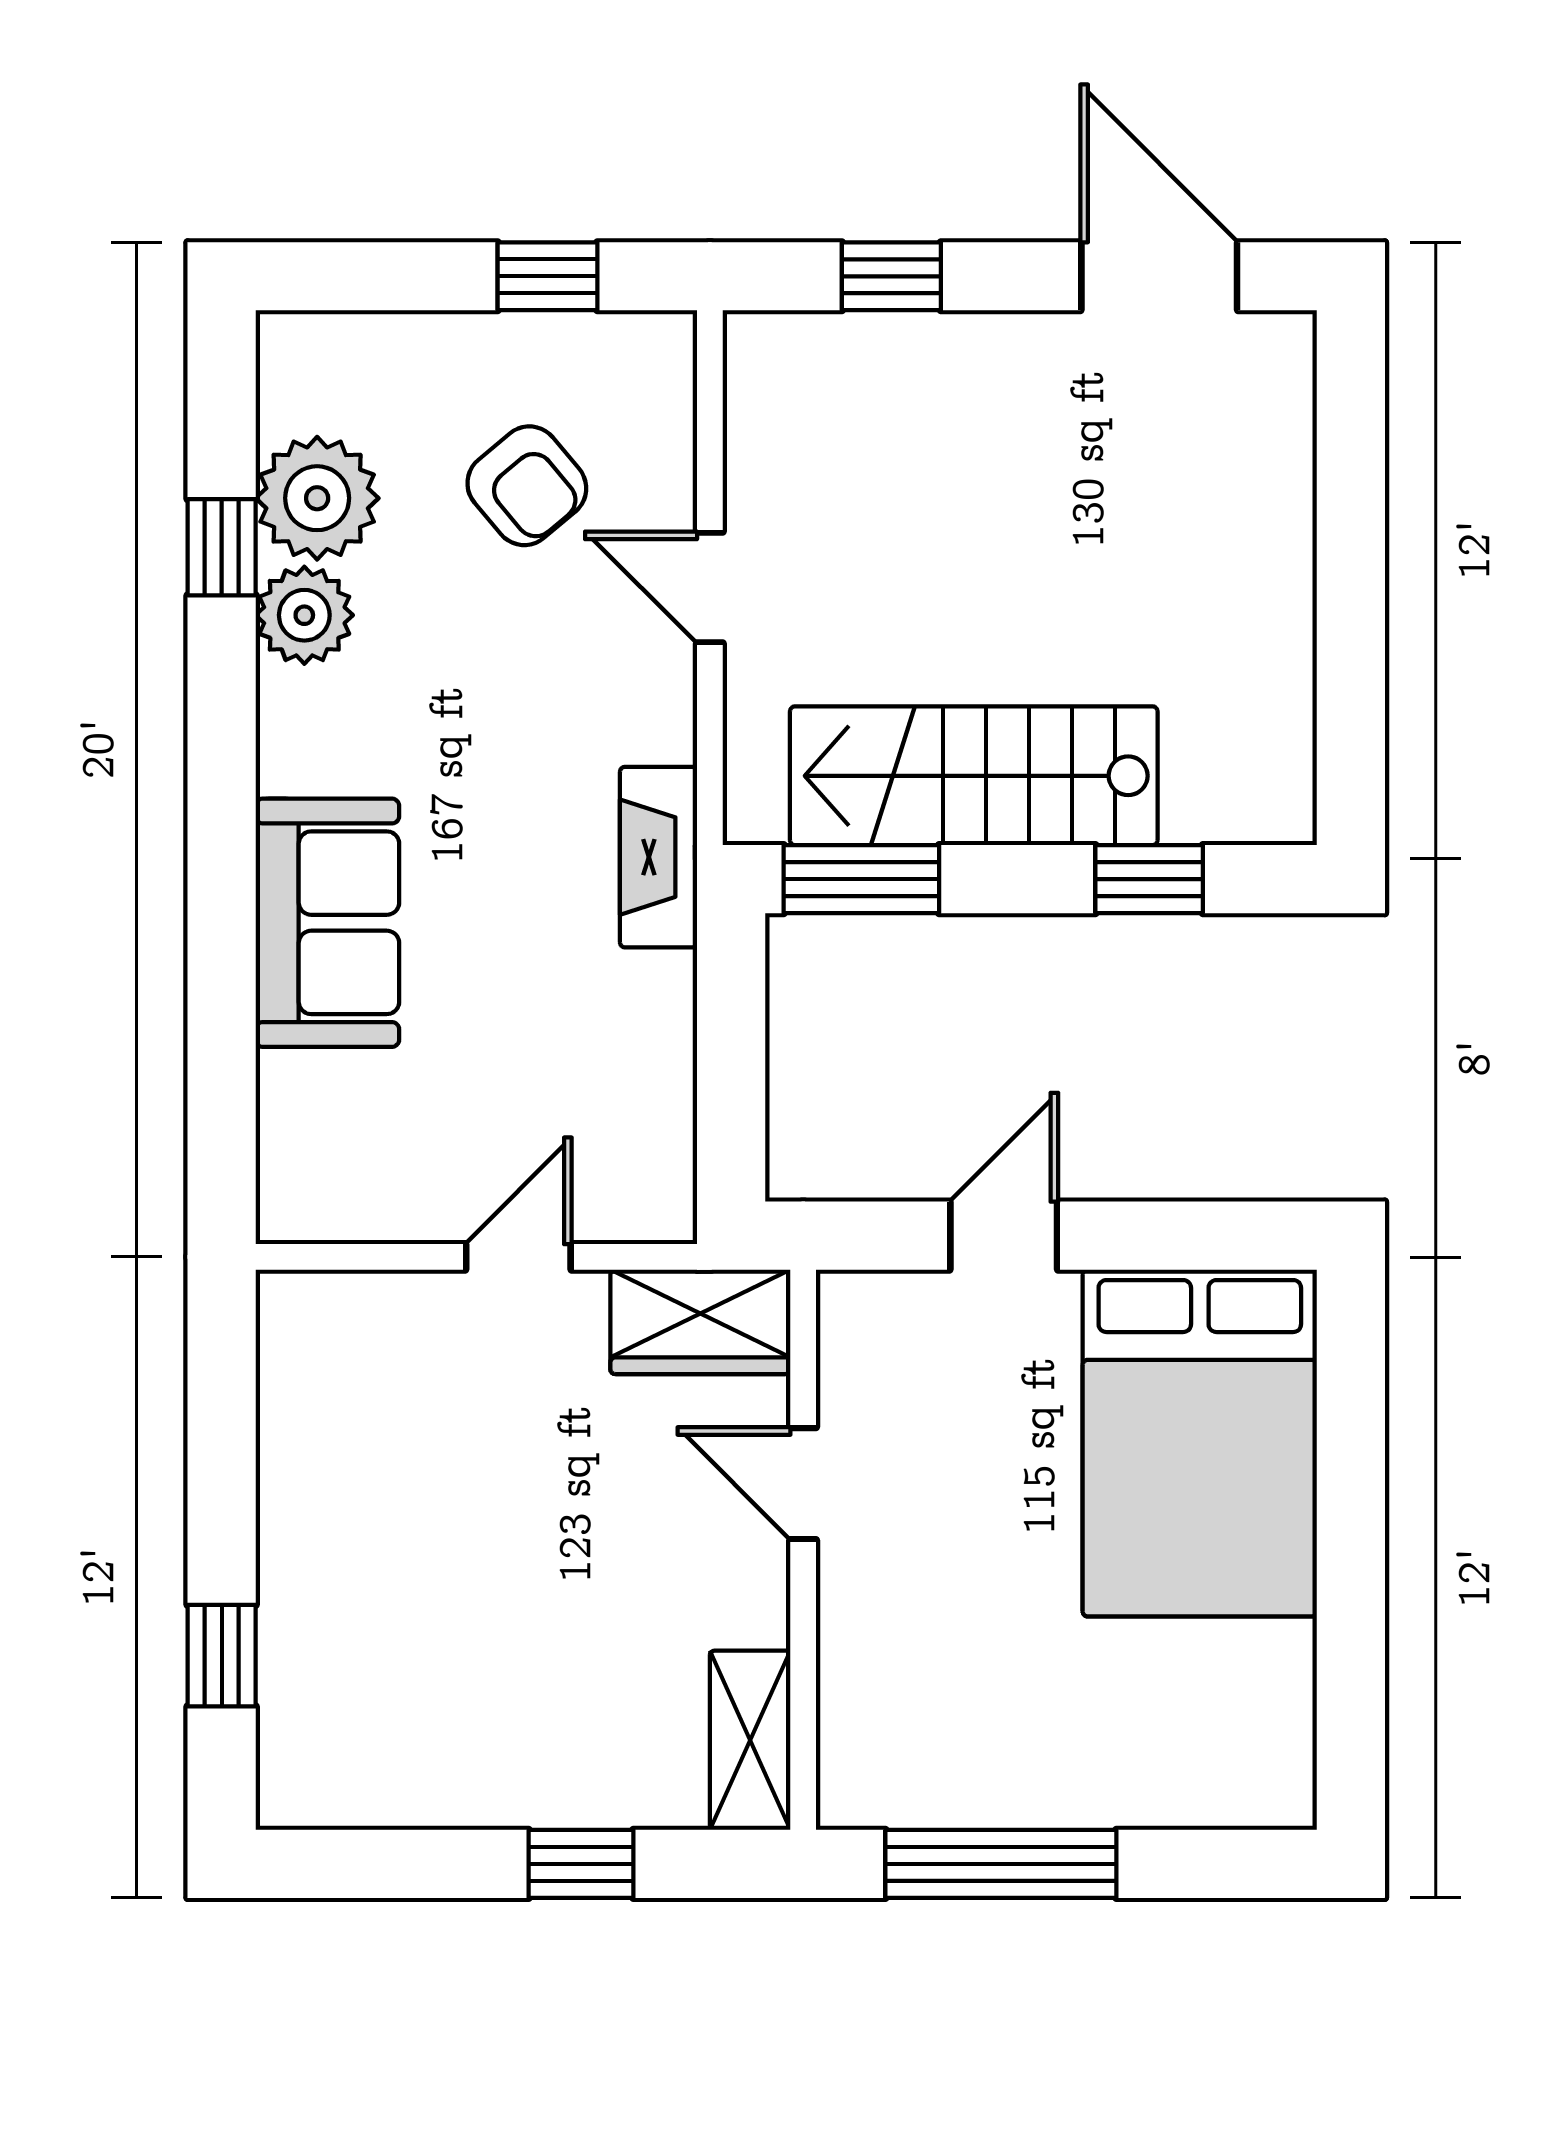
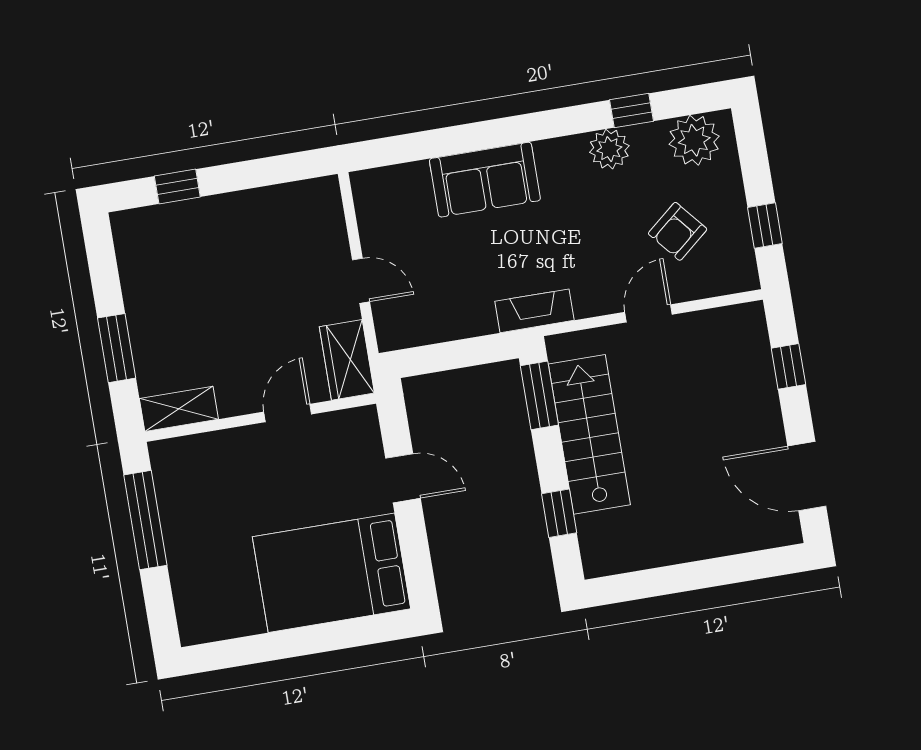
door: (1159, 276) -> (807, 476), swing flipped
plant: (317, 498) -> (694, 140), moved
window: (581, 1864) -> (117, 348), width x1.50

